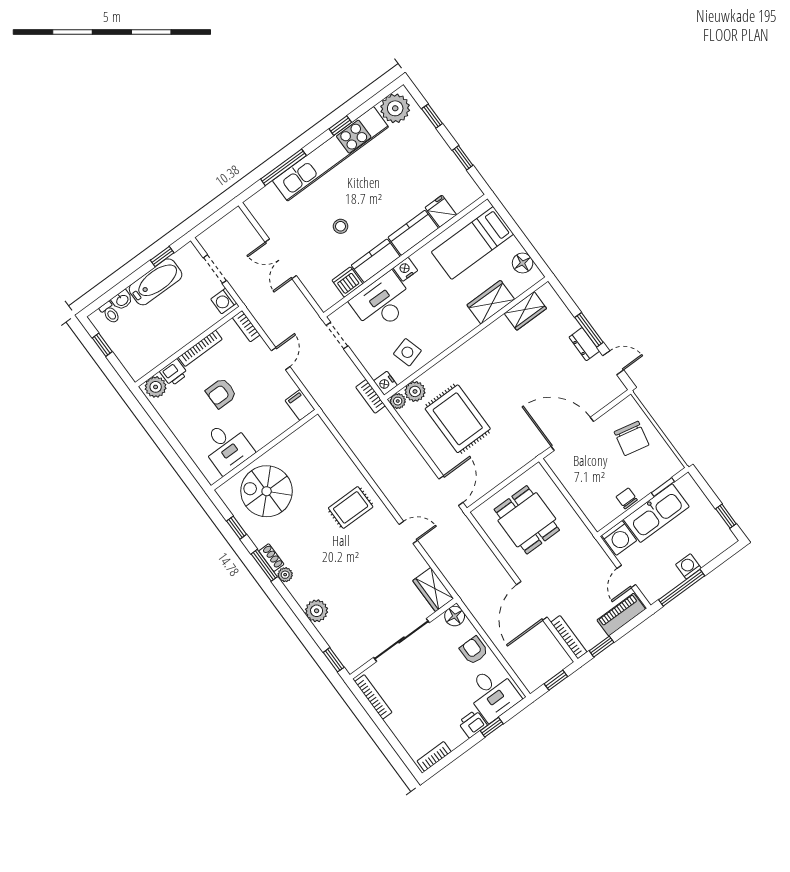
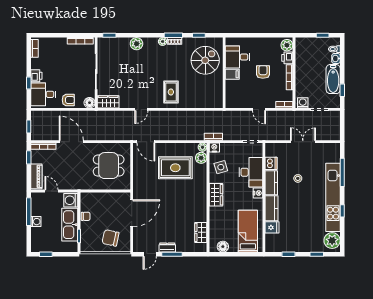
wardrobe: (491, 302) -> (216, 195), moved
filing cabinet: (300, 405) -> (232, 74), moved

